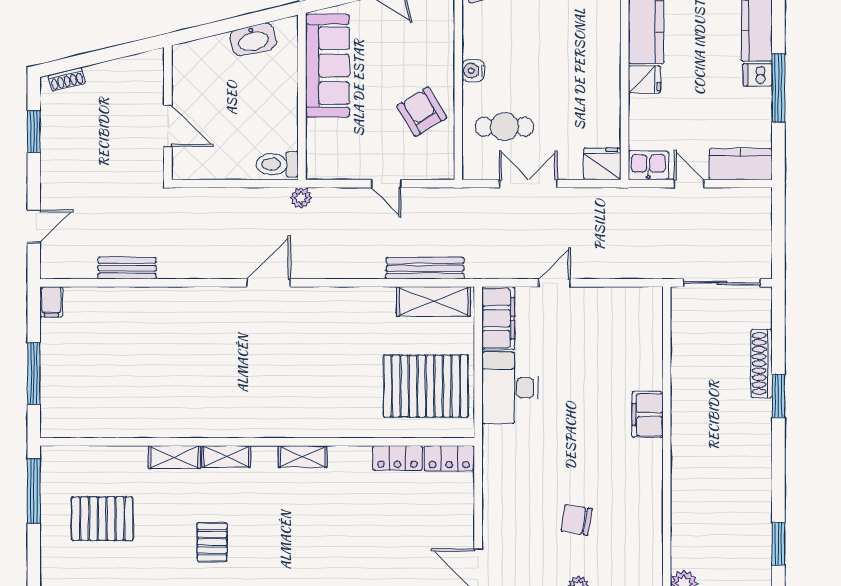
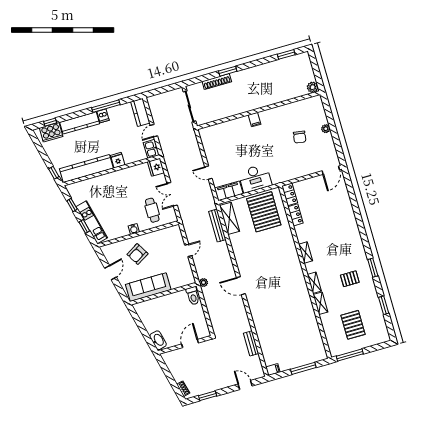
washbasin: (253, 39) -> (158, 340), moved
armchair: (422, 112) -> (137, 254), moved
filing cabinet: (648, 415) -> (255, 120), width x0.50

